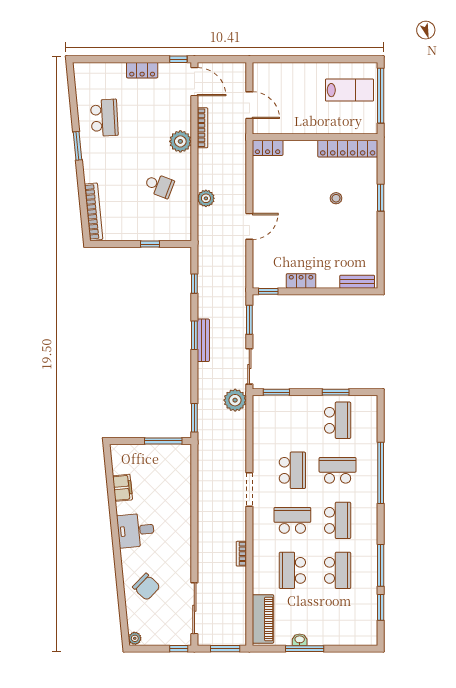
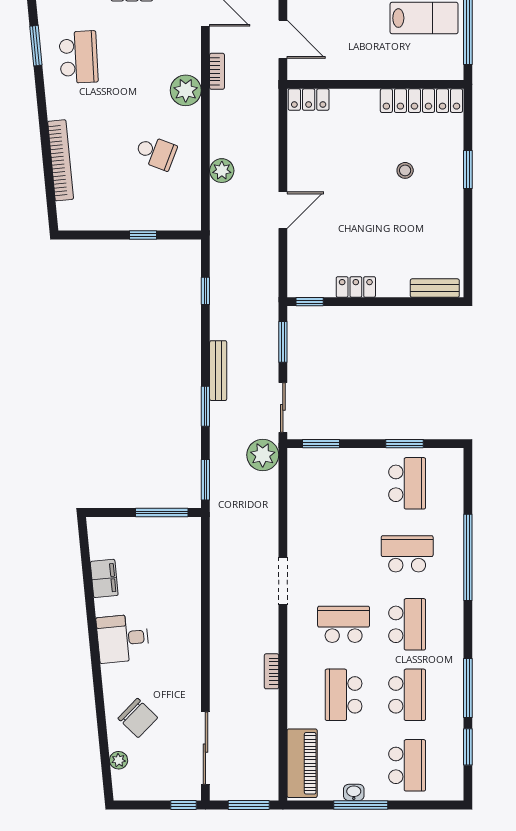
bookcase: (203, 128) -> (217, 71), width x0.64
window: (78, 146) -> (36, 46), moved
bookcase: (94, 212) -> (61, 160), moved
window: (194, 335) -> (205, 406), moved
school desk: (292, 470) -> (407, 765), moved
plant: (135, 638) -> (119, 760), moved

